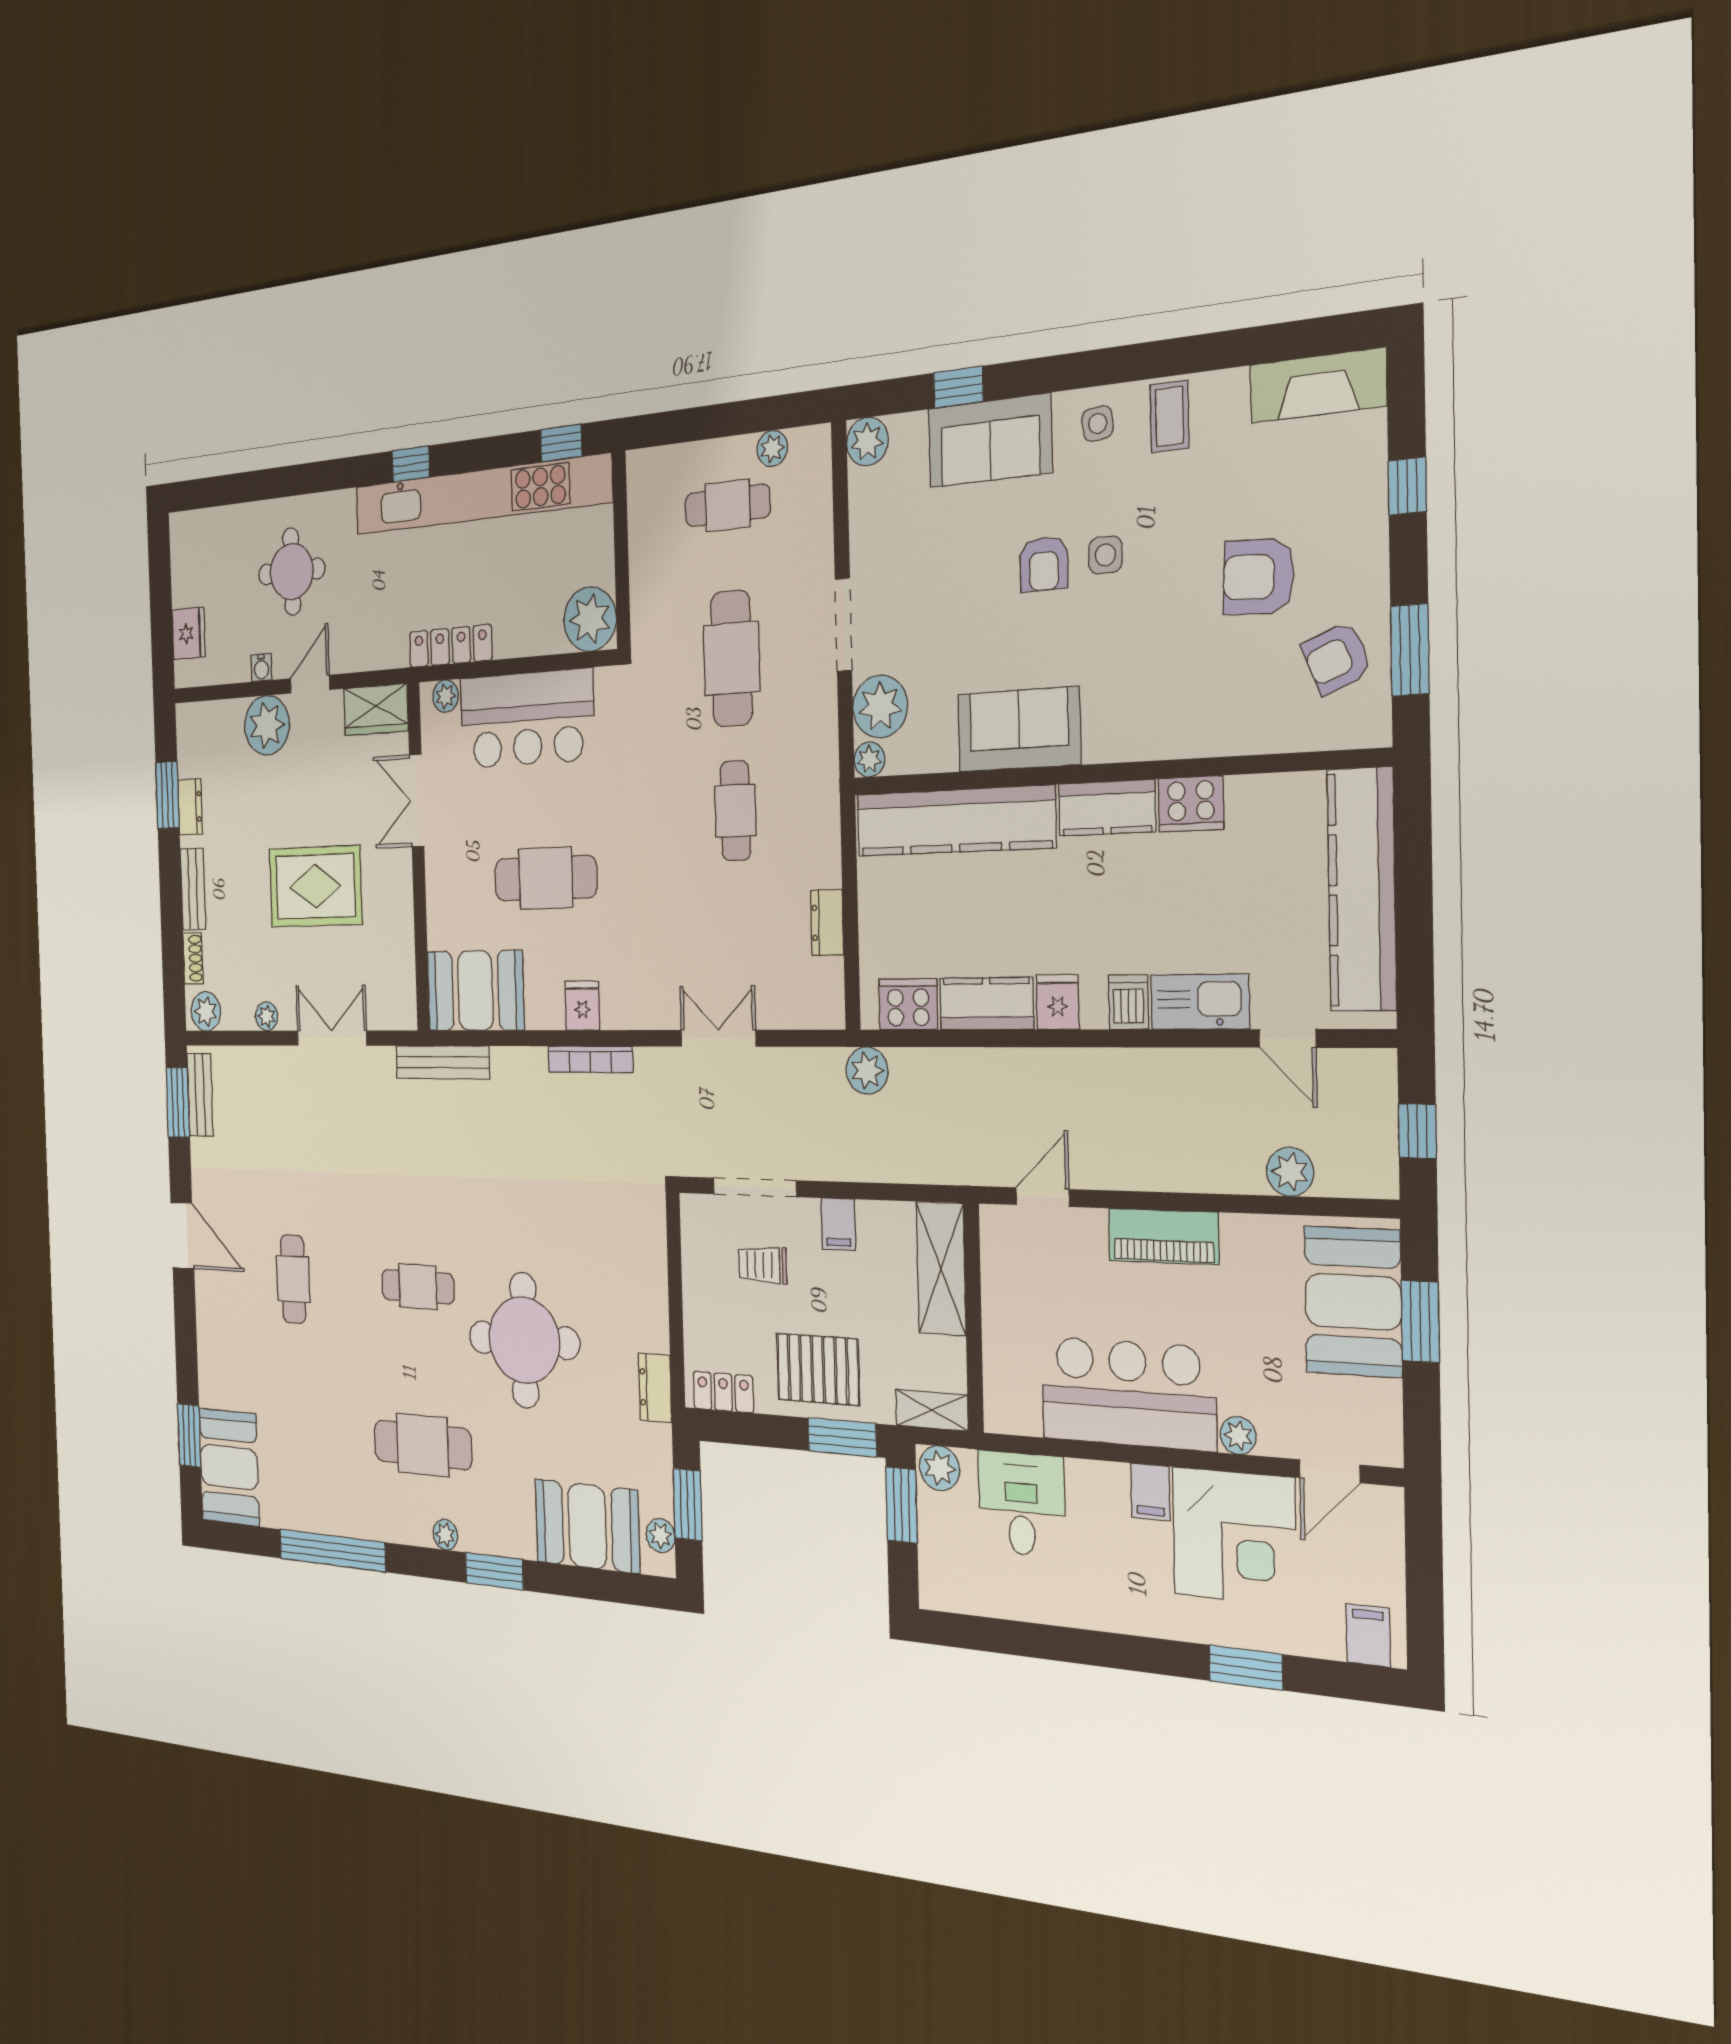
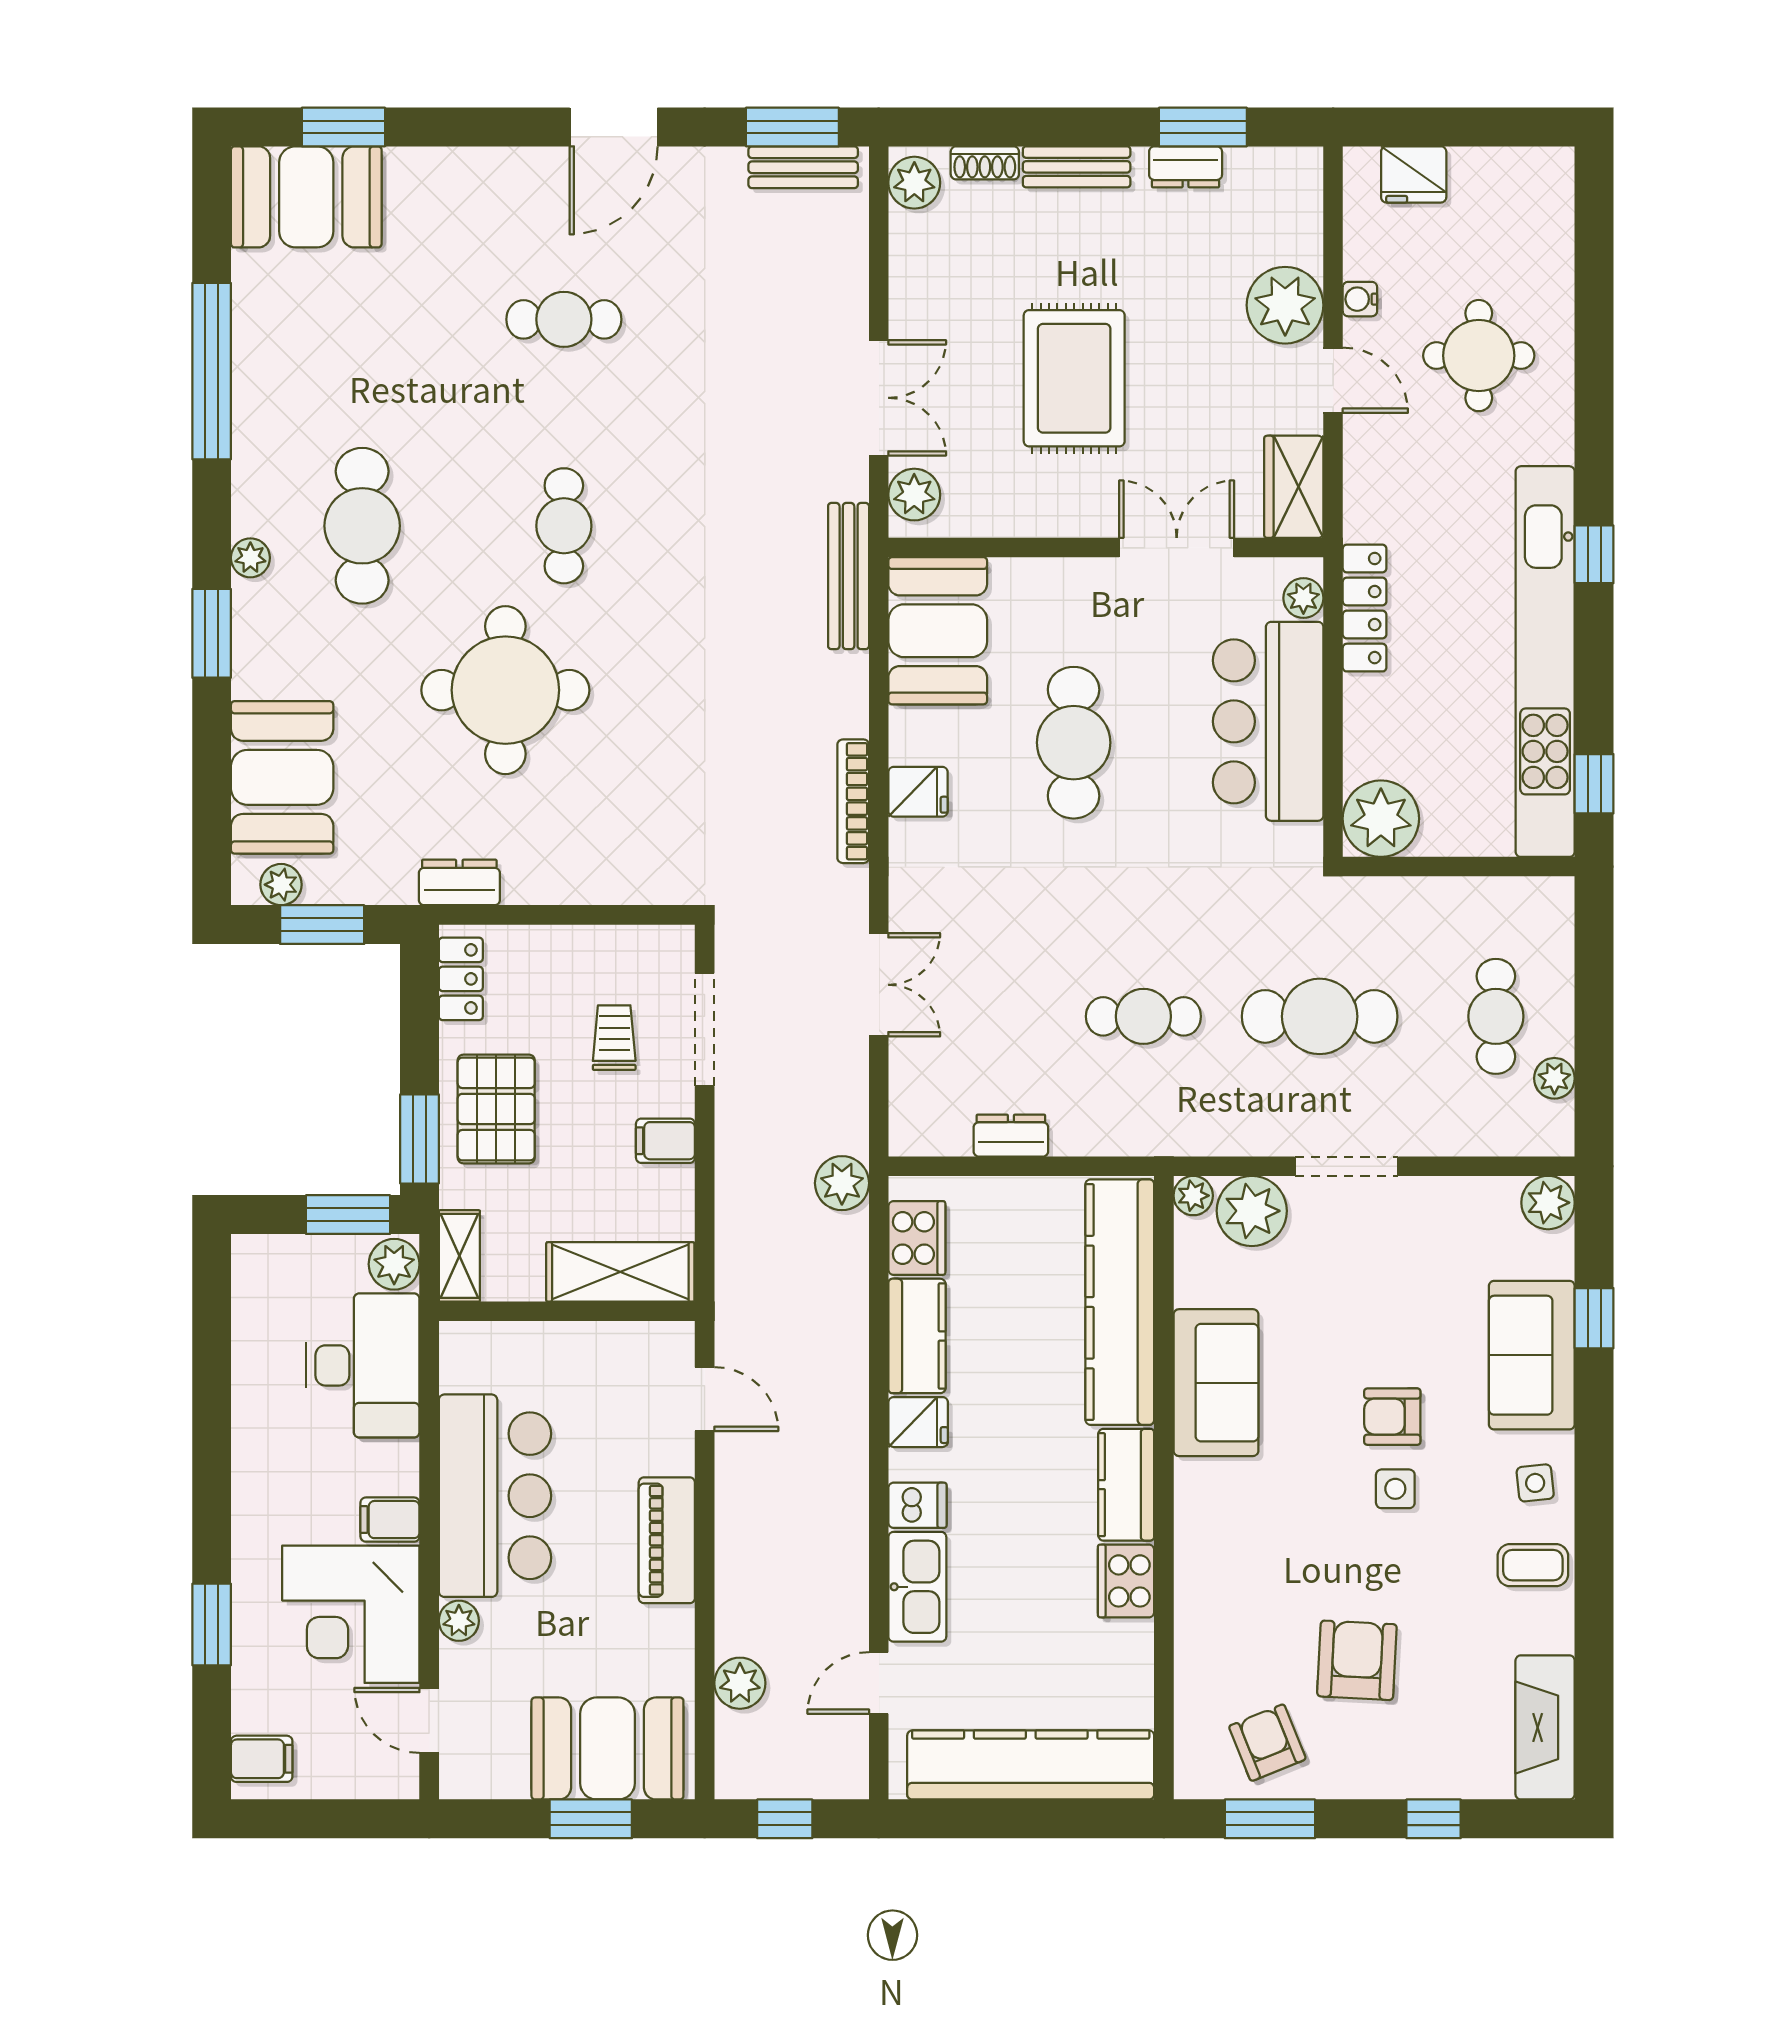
plant: (267, 1016) -> (914, 495), moved, width x1.38, depth x1.38
desk: (1021, 1504) -> (363, 1365), width x1.37

